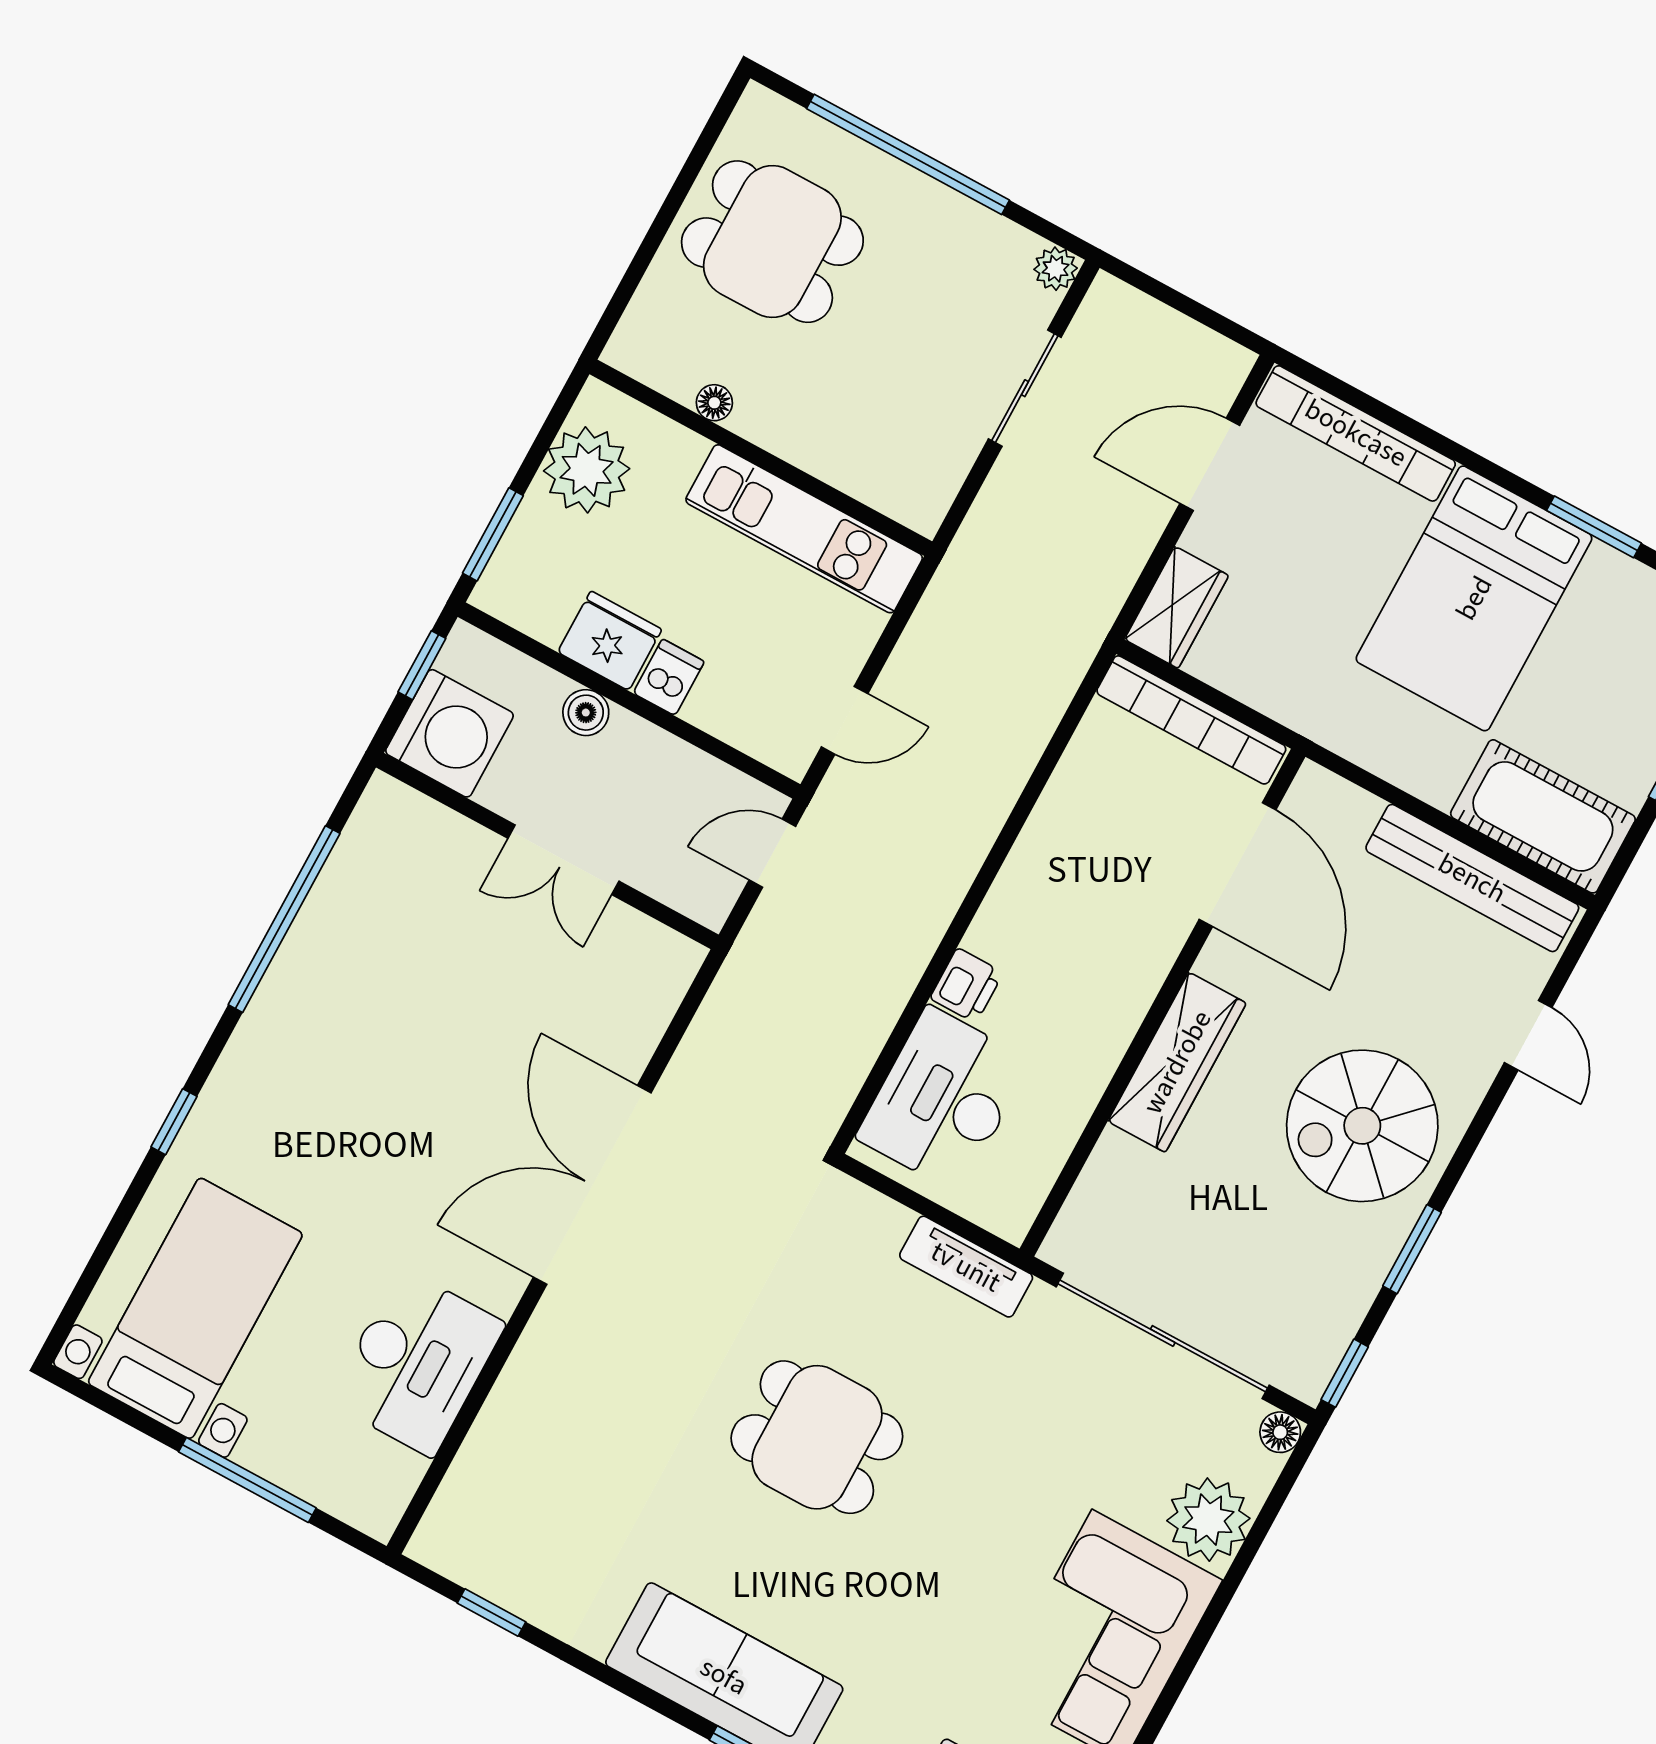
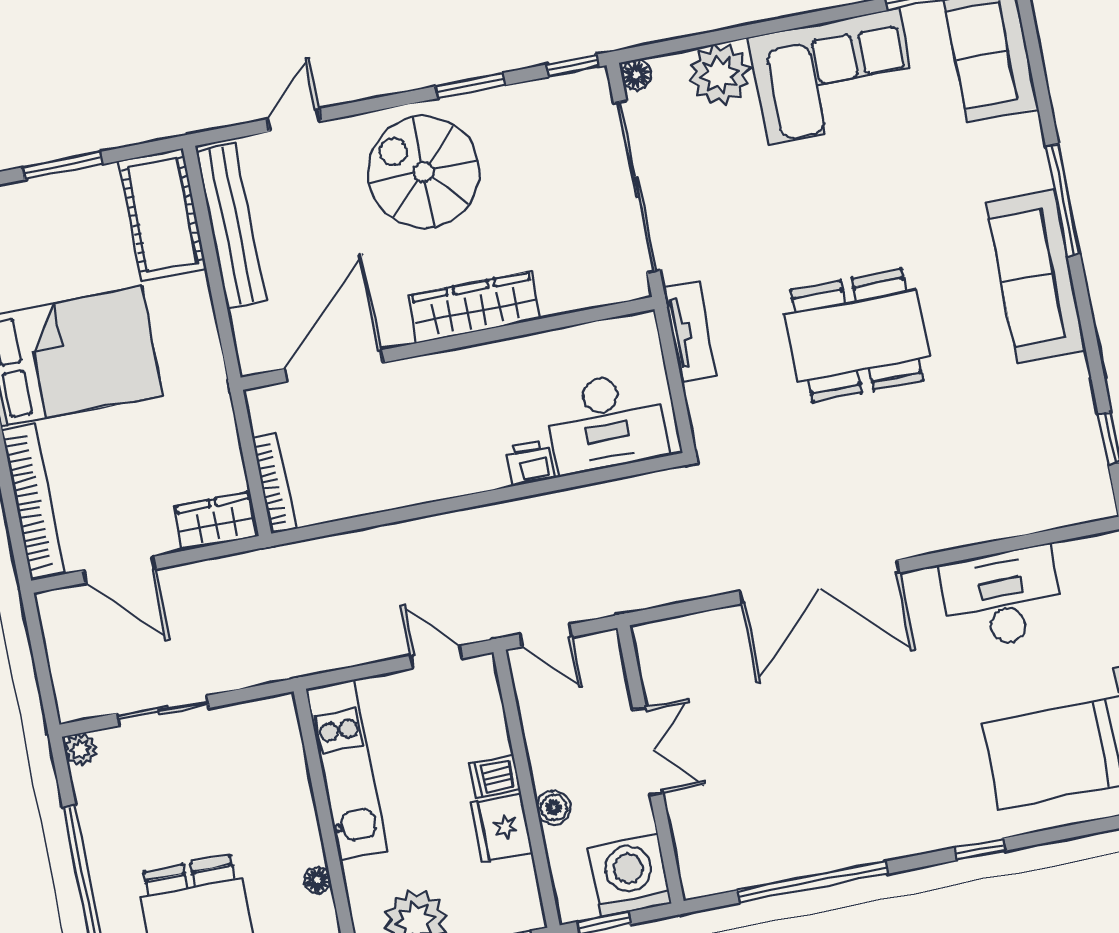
bookcase: (1191, 720) -> (274, 484), width x0.68, depth x0.76
spiral stairs: (1362, 1126) -> (424, 172), turned 180
dining table: (817, 1437) -> (857, 336), width x1.37

